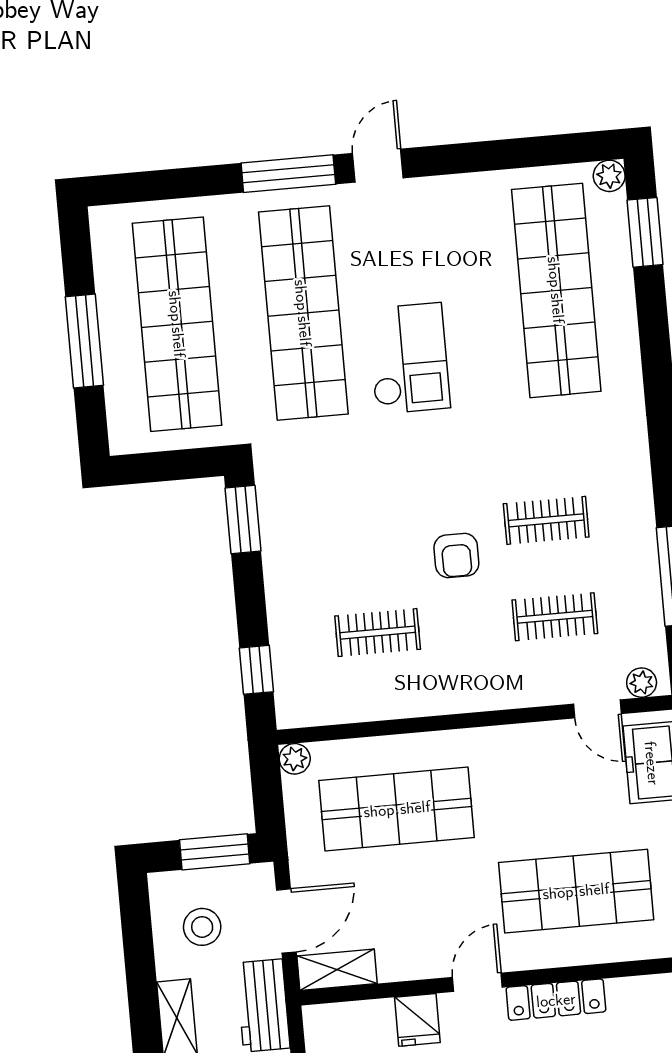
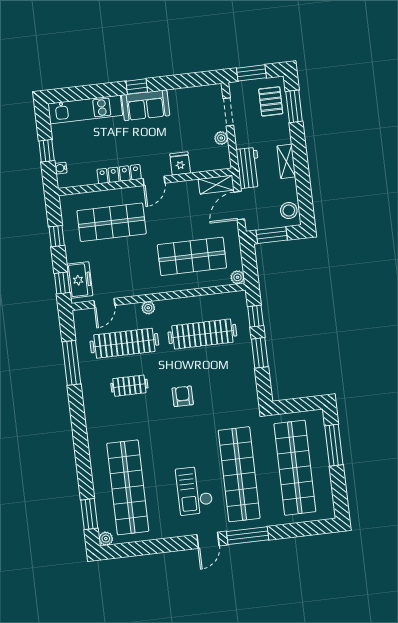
window: (84, 341) -> (334, 445), moved
checkout: (409, 358) -> (194, 491), moved
window: (243, 520) -> (260, 353), moved
armchair: (456, 556) -> (183, 396), moved
clothes rail: (555, 617) -> (124, 343), width x1.86, depth x1.31
clothes rail: (378, 633) -> (202, 334), width x1.86, depth x1.31
plant: (642, 683) -> (148, 308), moved
door: (597, 709) -> (104, 303), swing flipped
stool: (202, 927) -> (289, 211), moved

